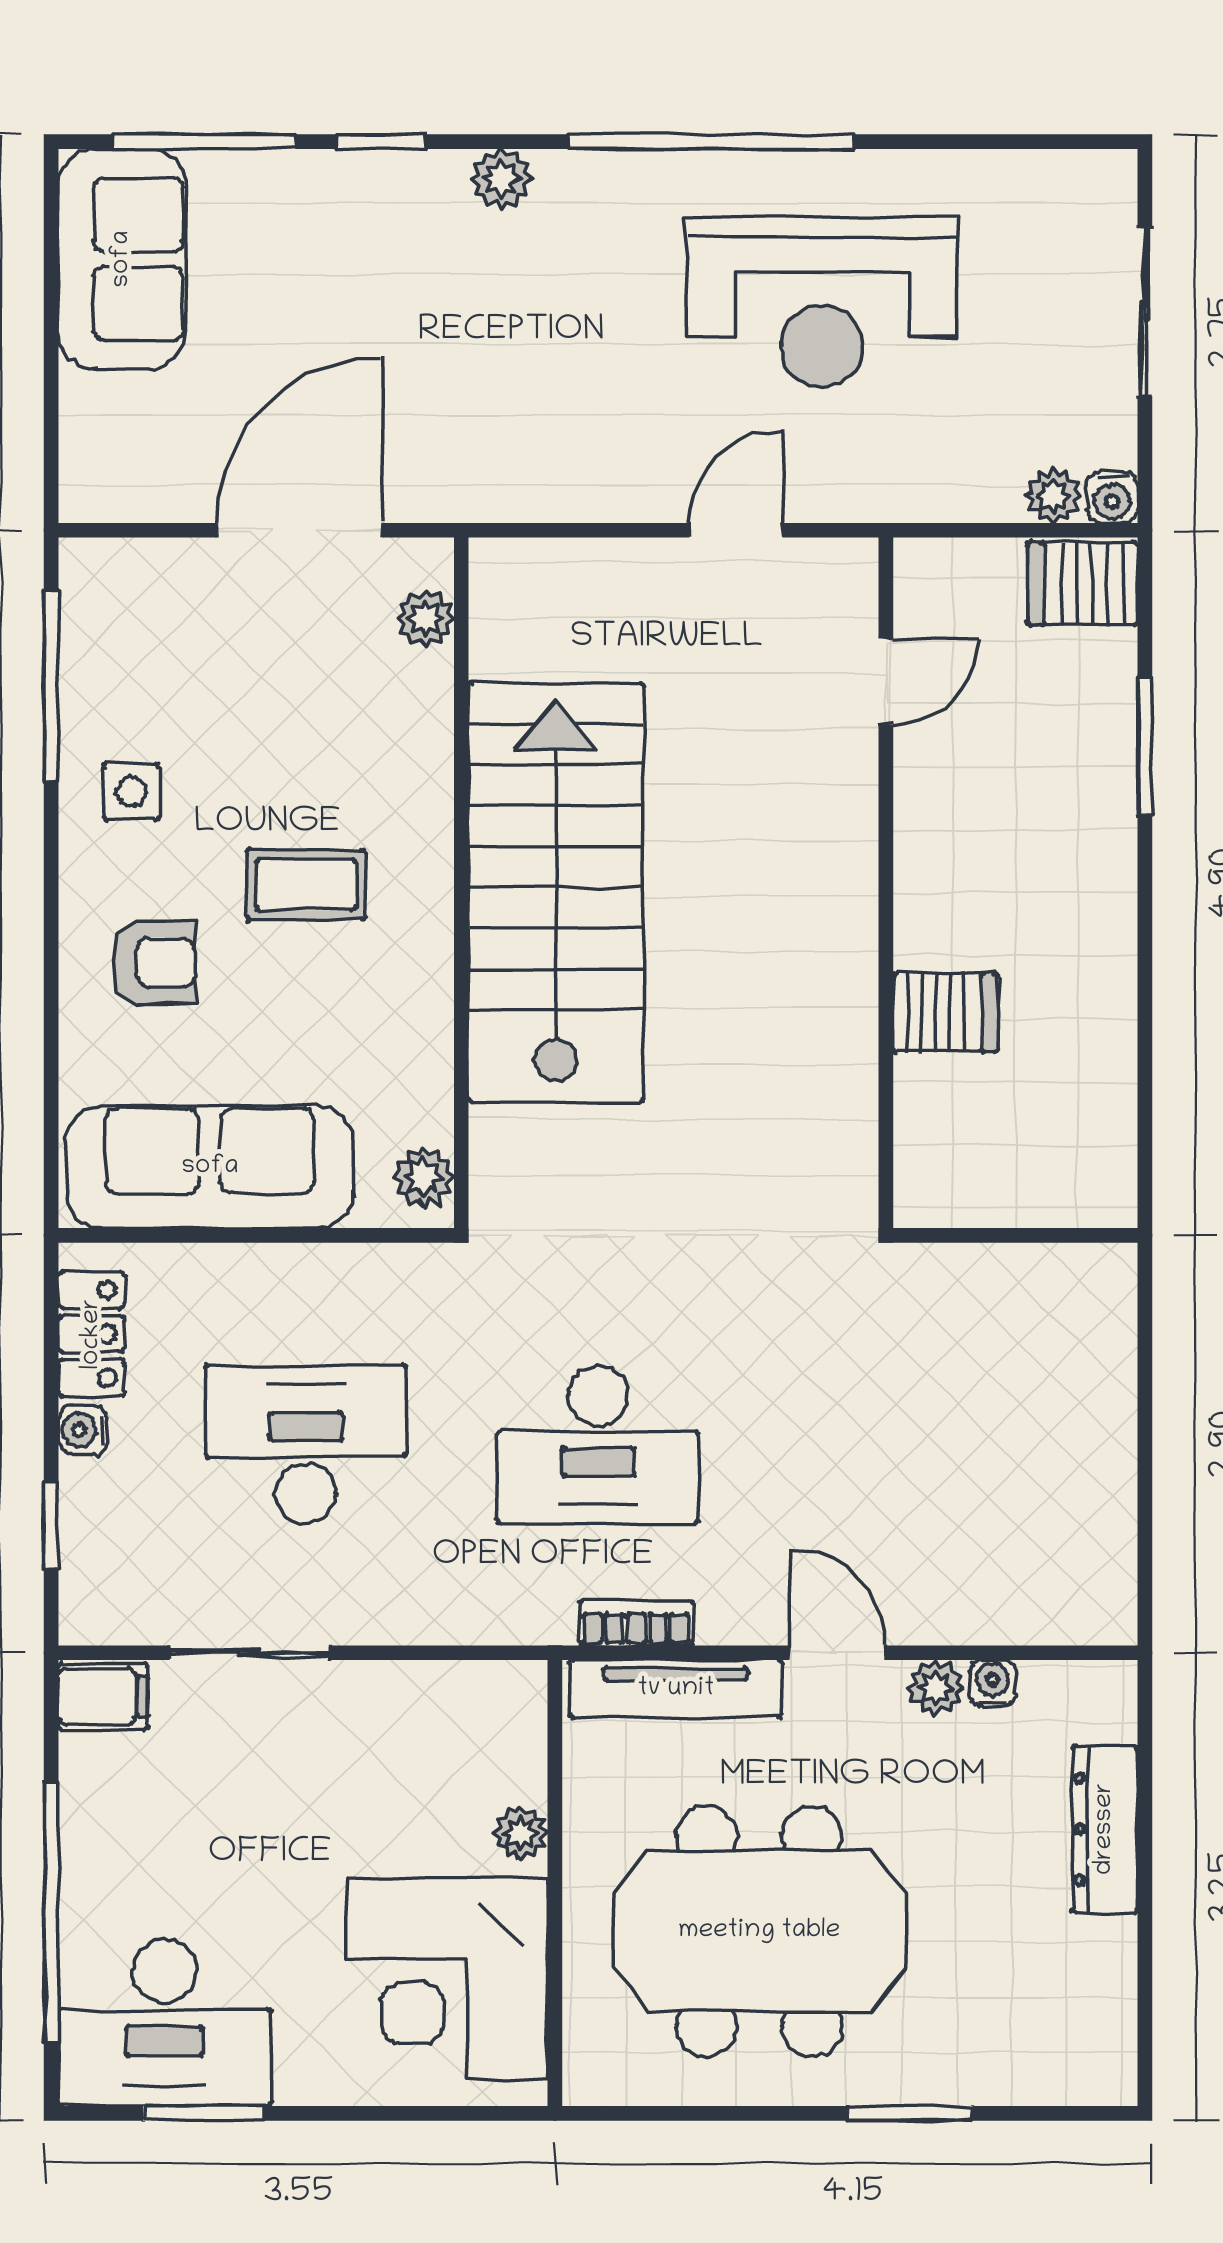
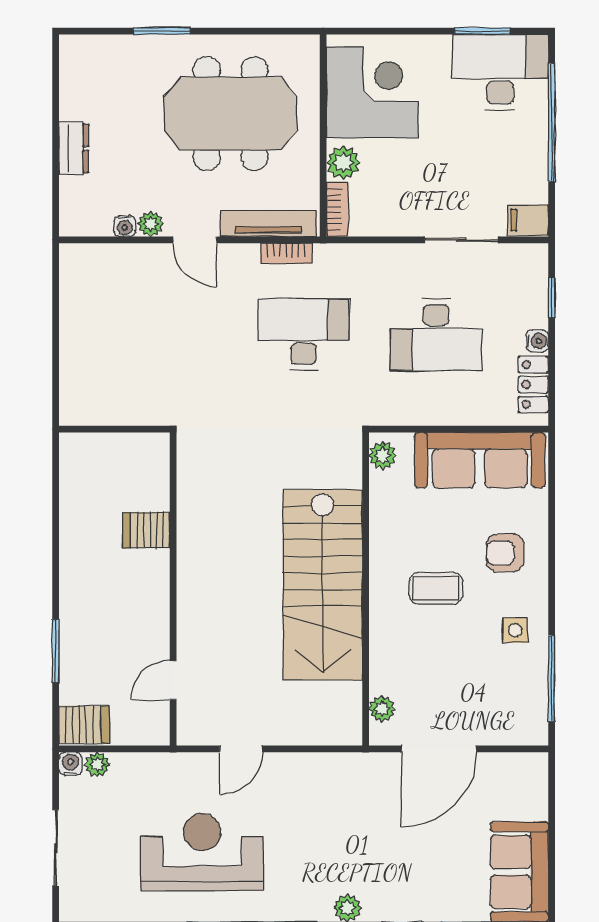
bookcase: (524, 1720) -> (337, 209), added
dresser: (1105, 1829) -> (74, 148), width x0.70
plant: (521, 1833) -> (343, 163), width x1.38, depth x1.38

